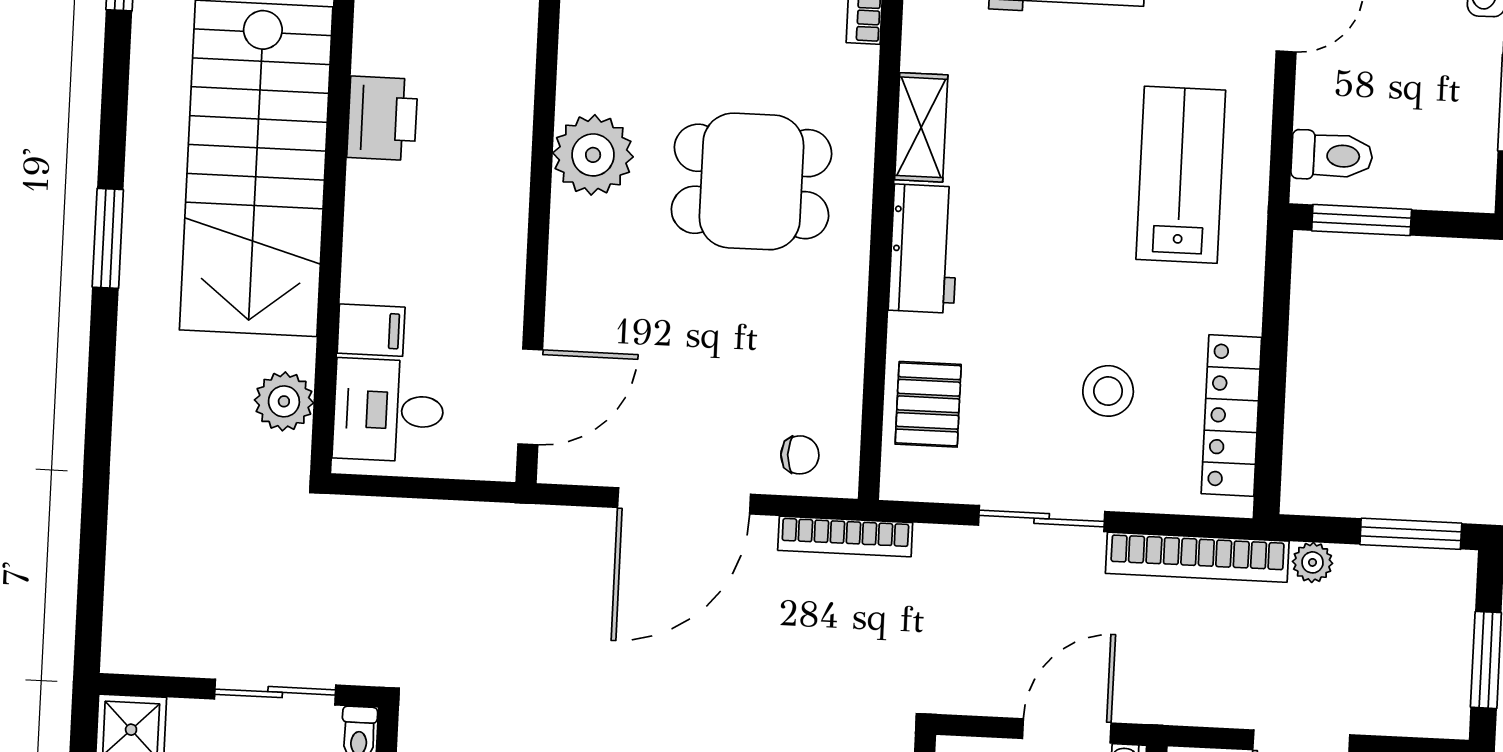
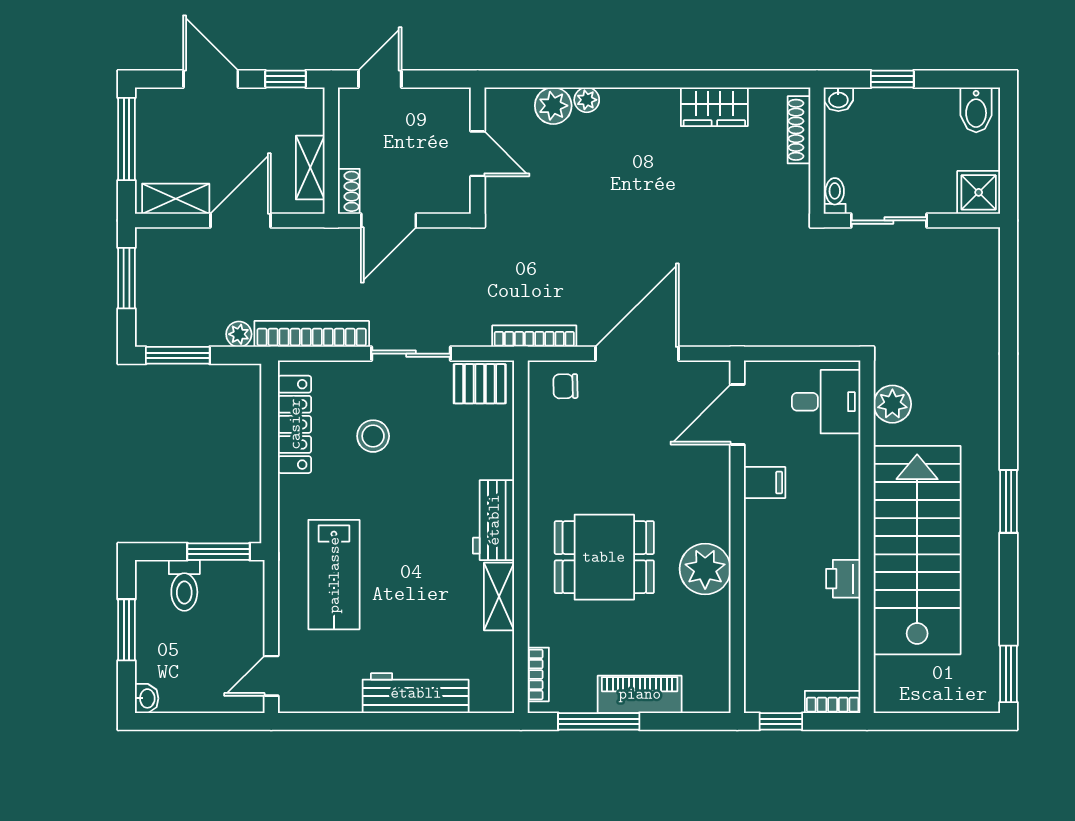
printer: (382, 118) -> (843, 579), width x0.73, depth x0.81
toilet: (1332, 156) -> (184, 585), moved, turned -90
filing cabinet: (371, 330) -> (765, 483), moved, turned 180
pallet: (928, 404) -> (480, 384), moved, turned 90

